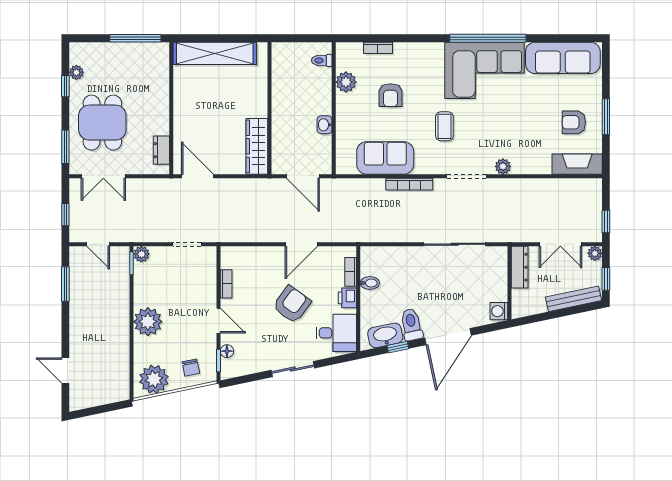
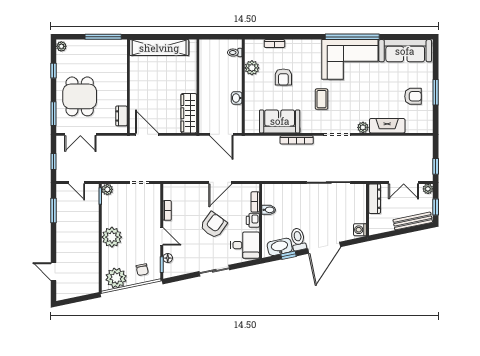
plant: (76, 72) -> (61, 46), moved
armchair: (574, 122) -> (413, 96), turned 180
fireplace: (577, 164) -> (387, 126), moved

